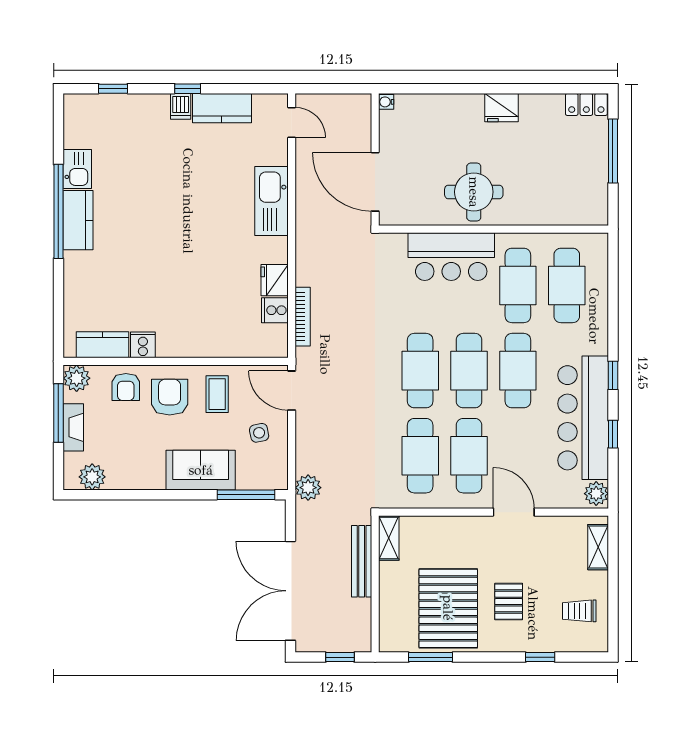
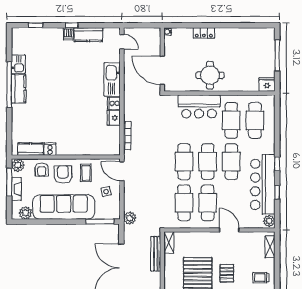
locker: (586, 104) -> (204, 33), moved
fridge: (502, 108) -> (267, 85), moved, turned 180
cooker: (275, 310) -> (114, 103), moved
sofa: (201, 470) -> (64, 207), width x1.85, depth x1.27

